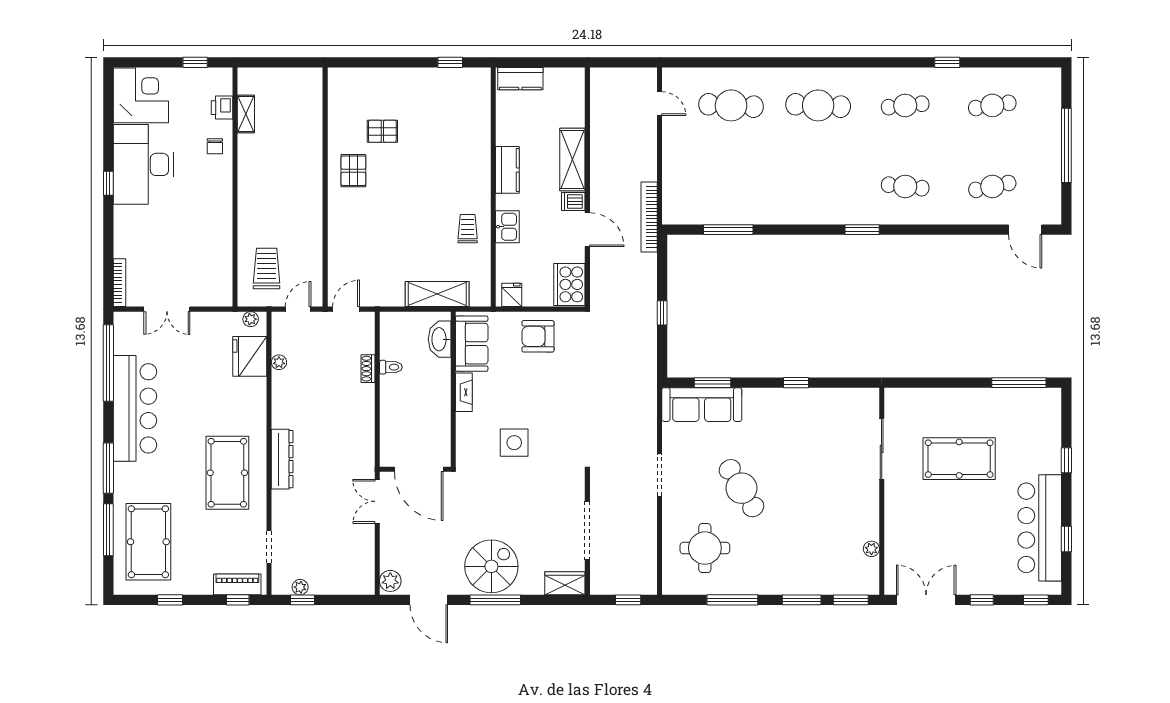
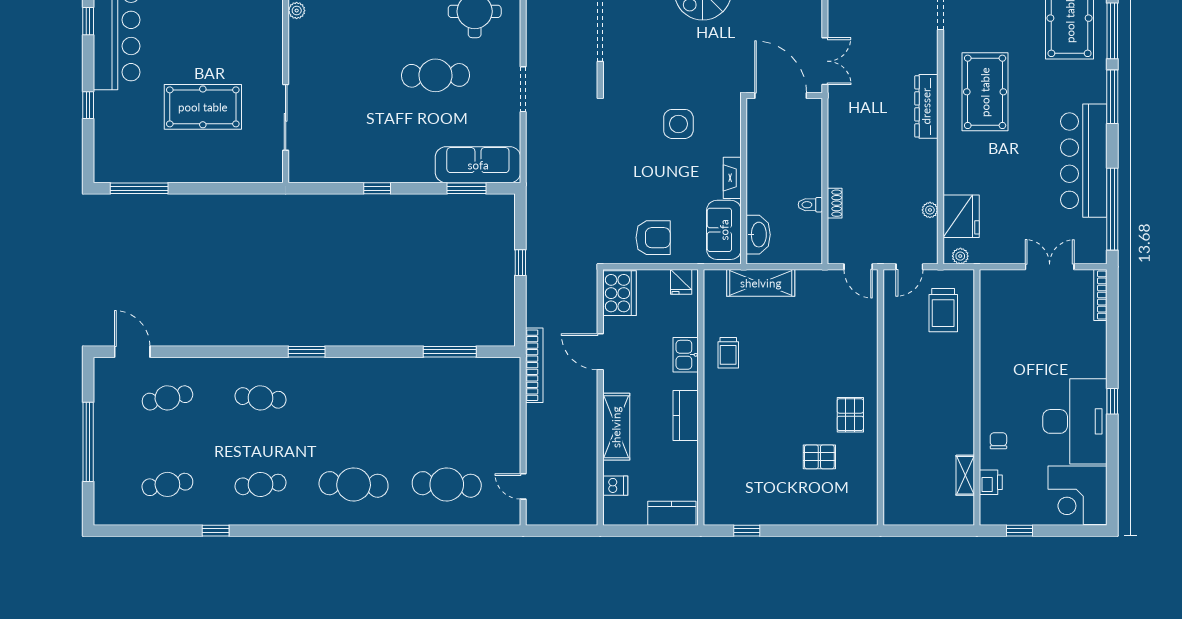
dishwasher: (573, 202) -> (615, 486), moved
door: (346, 309) -> (858, 267), hinge flipped
cafe table: (741, 488) -> (436, 75), turned -59

